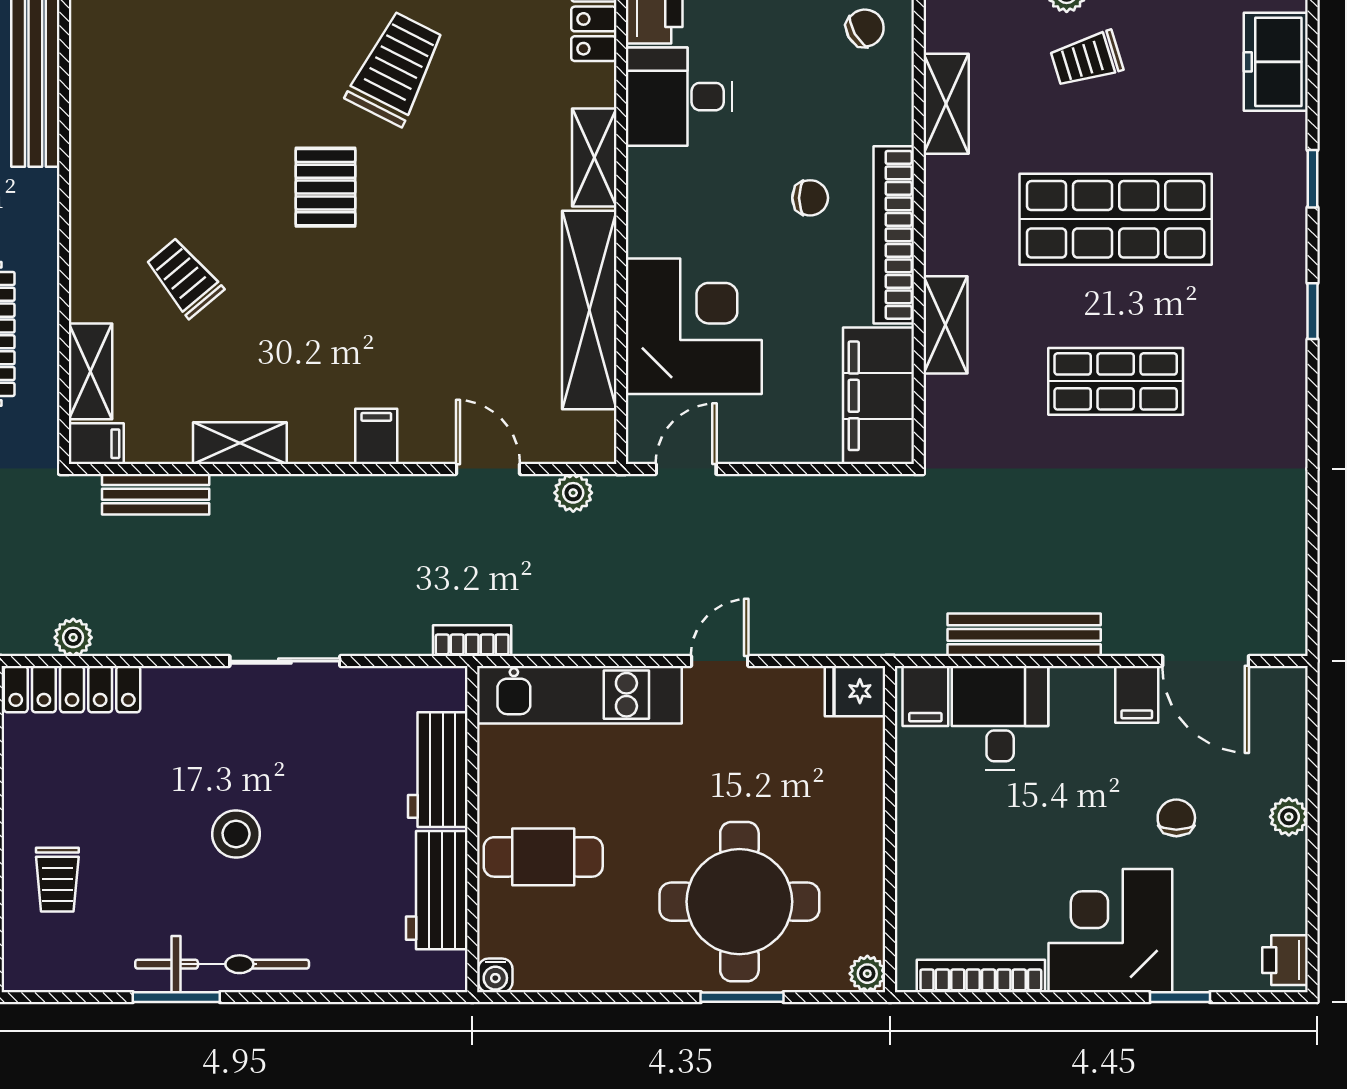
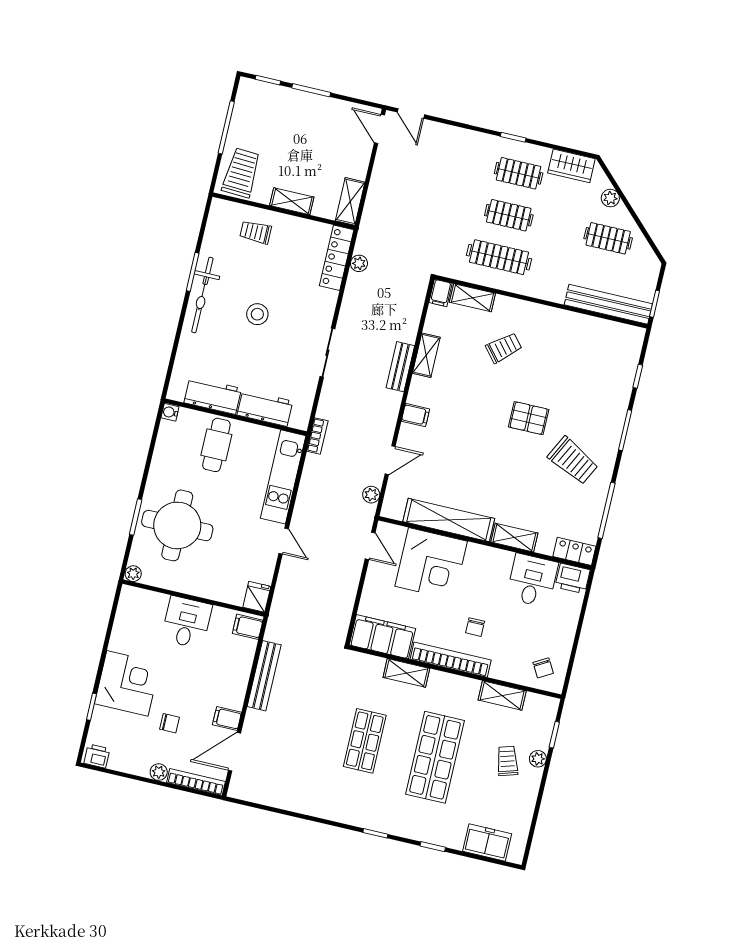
bench: (156, 494) -> (400, 367), moved
desk: (1000, 718) -> (187, 622), moved, turned -90
bookcase: (981, 976) -> (196, 782), moved, turned -90

